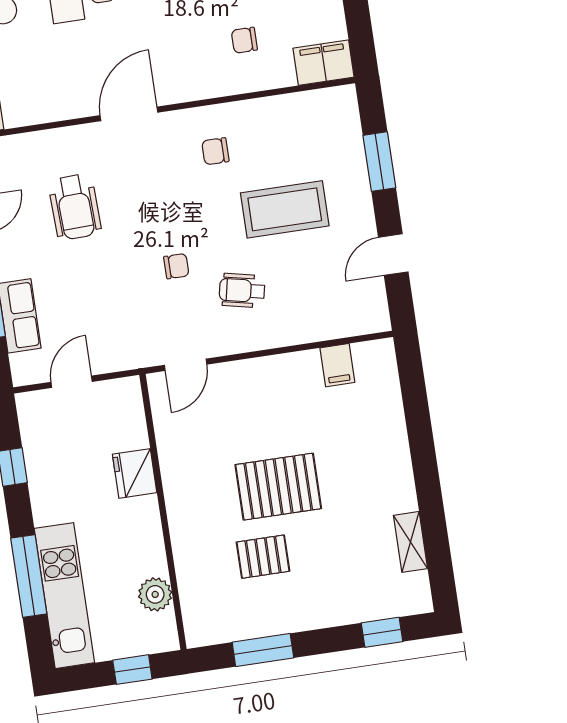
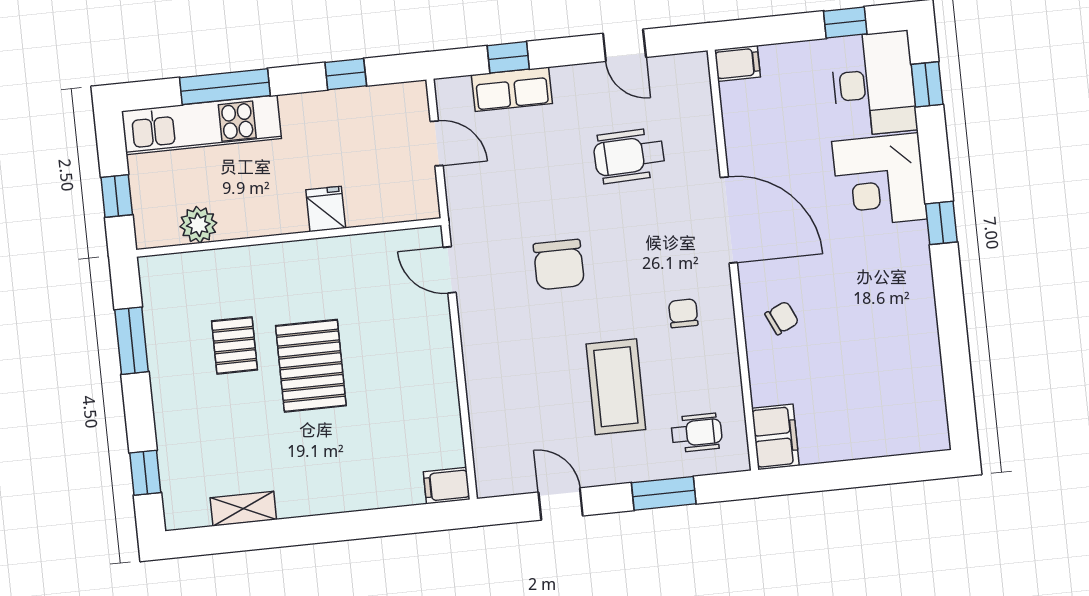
chair: (244, 40) -> (782, 318), moved, turned 65
door: (129, 114) -> (729, 220), width x1.36
chair: (176, 266) -> (559, 264), width x1.87, depth x1.87
wheelchair: (242, 290) -> (697, 433), moved, turned 78
filing cabinet: (337, 365) -> (447, 486), moved
fridge: (135, 473) -> (326, 209), width x0.72

